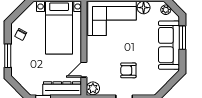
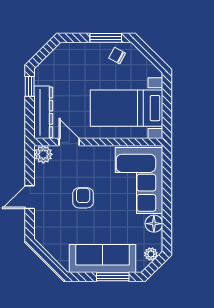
window: (8, 56) -> (106, 38), moved
armchair: (128, 70) -> (83, 198), moved

